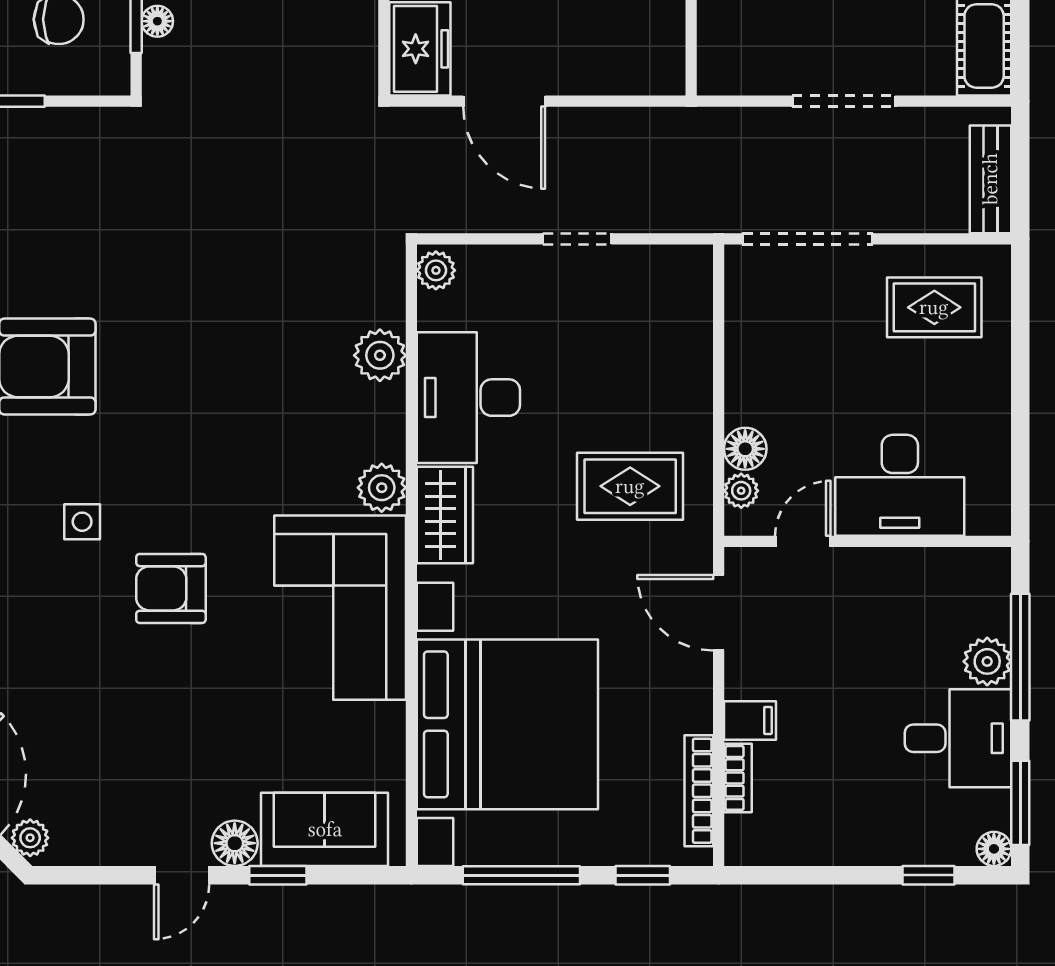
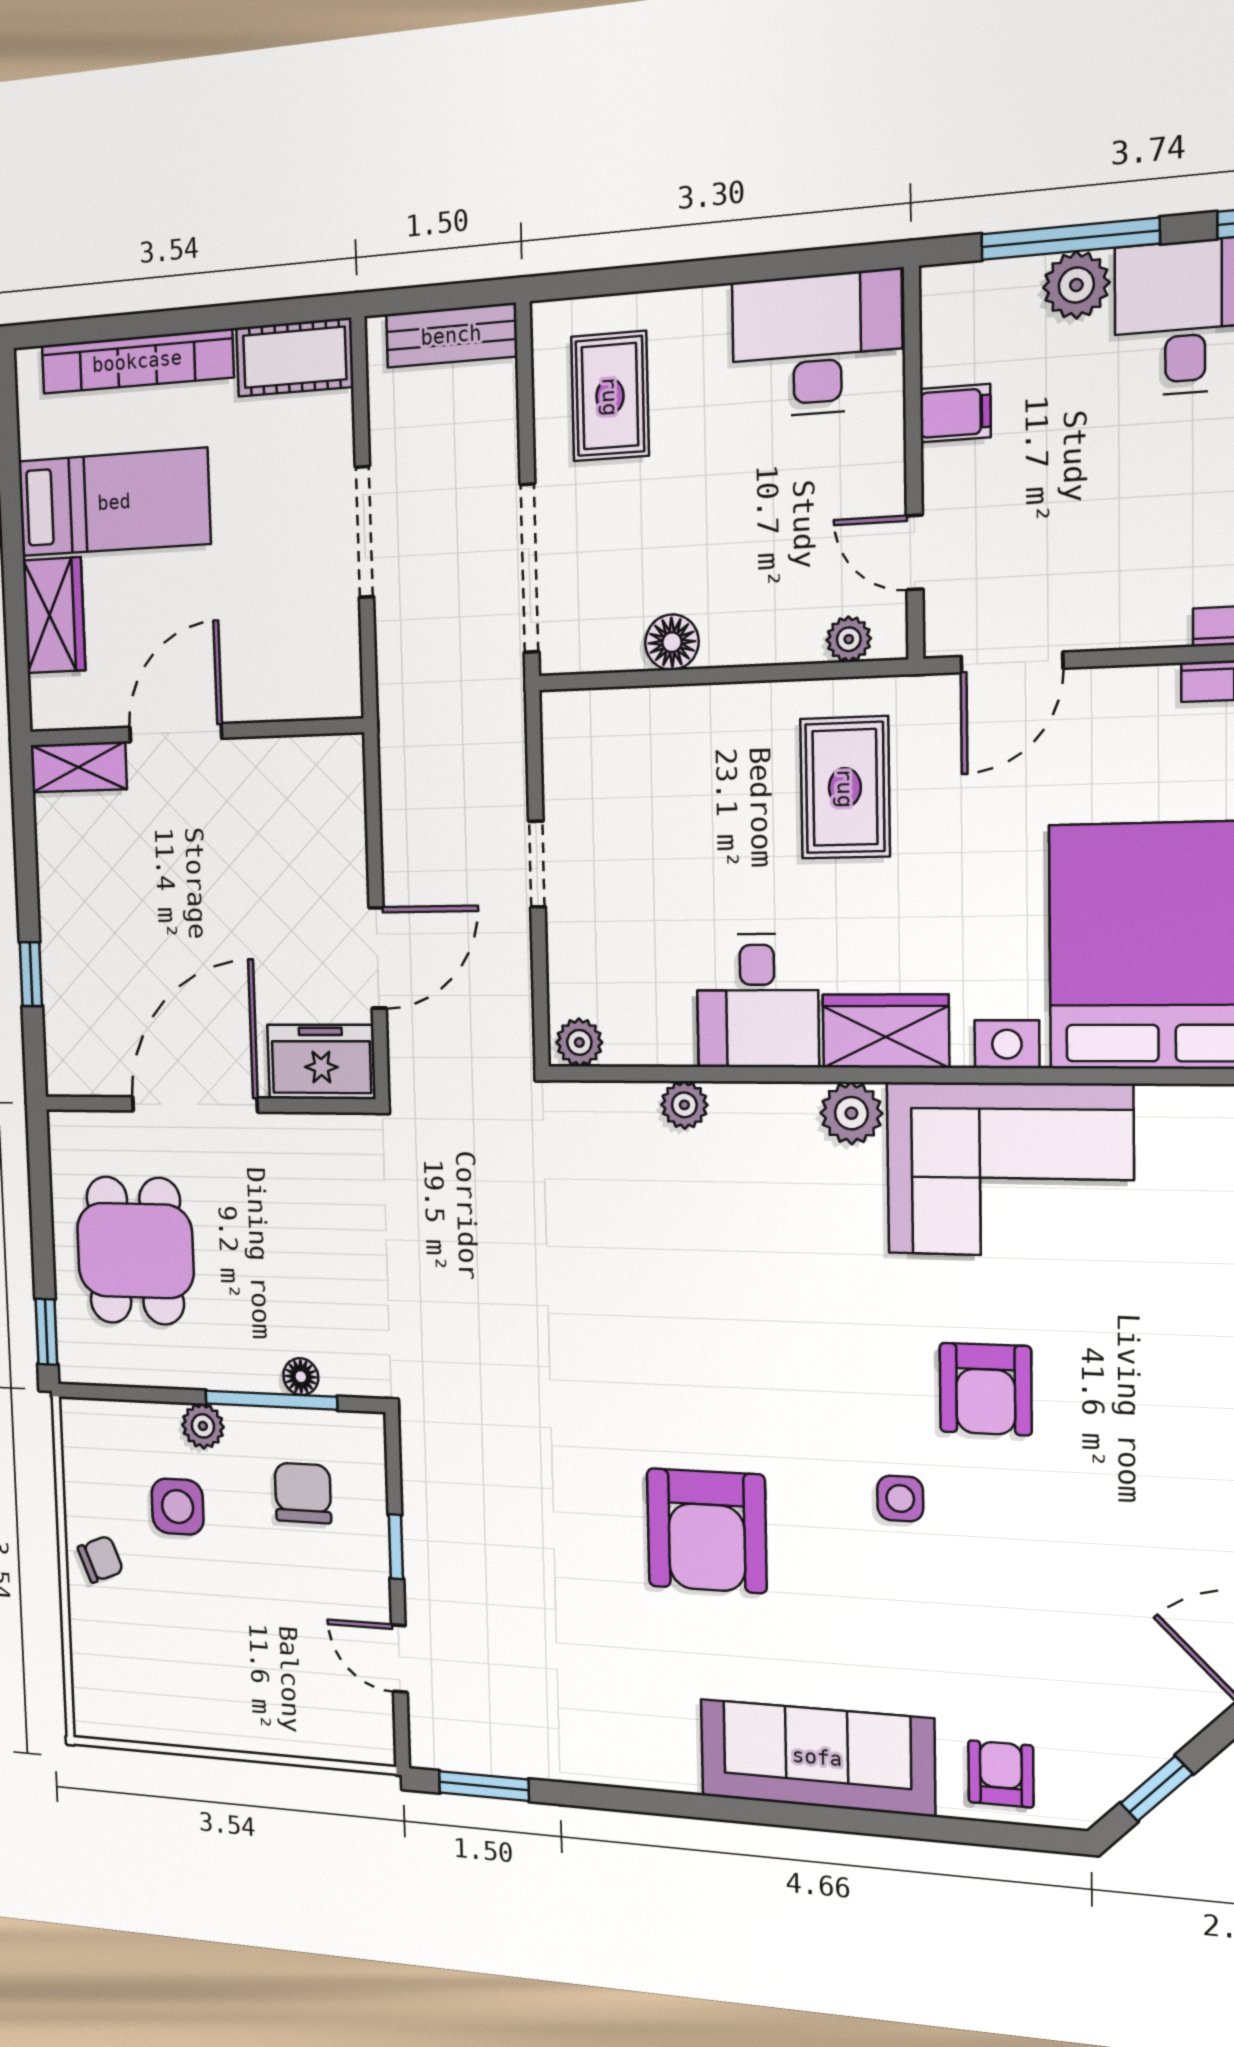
plant: (380, 355) -> (684, 1105), width x0.73, depth x0.73
desk: (468, 398) -> (757, 1001), width x0.73
floor lamp: (745, 449) -> (672, 642), moved
desk: (900, 485) -> (817, 344), moved, turned -90
filing cabinet: (750, 720) -> (955, 413), moved, turned 90

